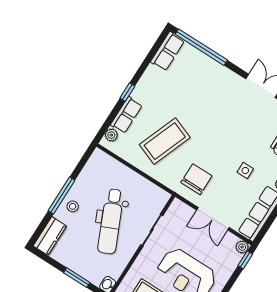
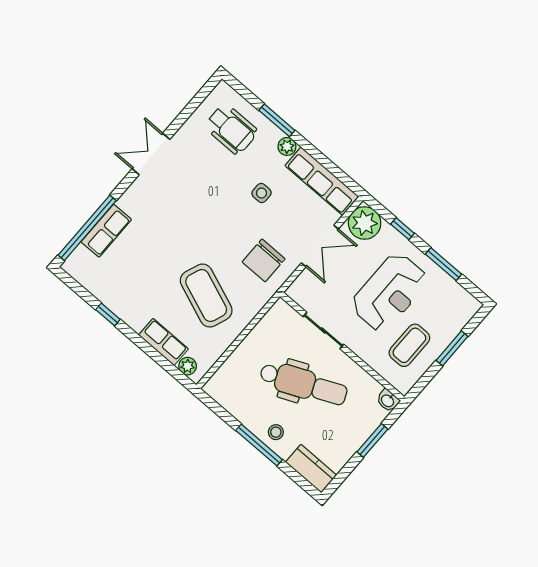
row of seats: (168, 51) -> (106, 231), moved, turned 90
window: (127, 92) -> (108, 315), moved
chair: (196, 179) -> (264, 260), turned -90
plant: (242, 247) -> (365, 223), width x1.87, depth x1.87
window: (245, 260) -> (402, 229), moved

